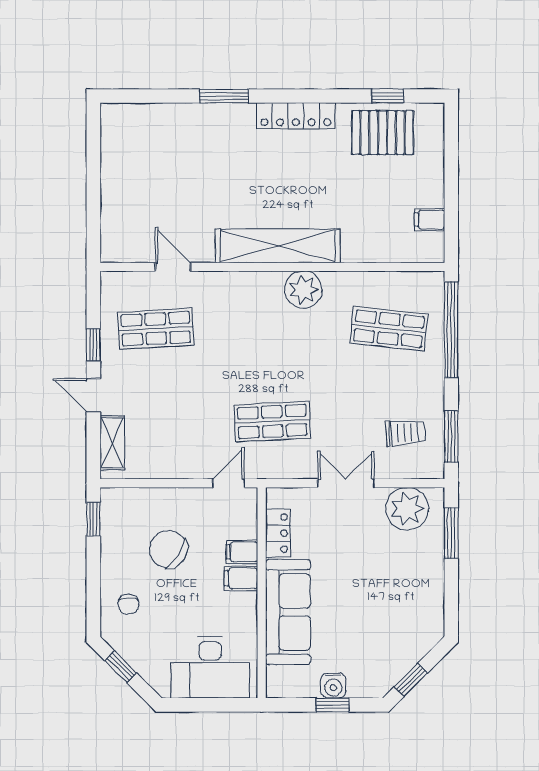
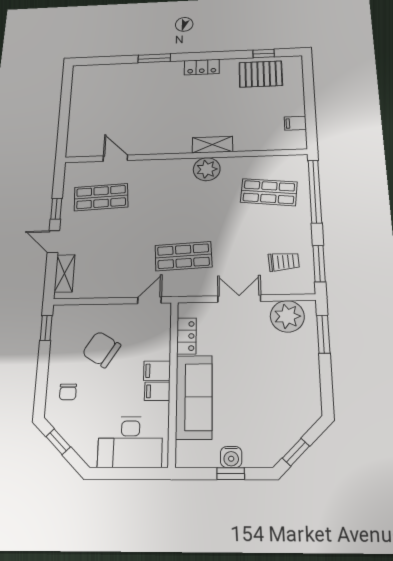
locker: (296, 116) -> (202, 67), width x0.66
shelving: (277, 246) -> (213, 145), width x0.45, depth x0.75
filing cabinet: (242, 552) -> (157, 391), moved

